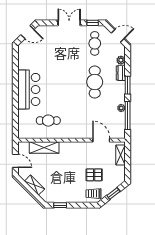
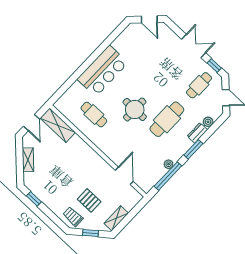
round table: (70, 94) -> (135, 110), added
shelving: (44, 147) -> (58, 125), moved
shelving: (121, 155) -> (116, 218), moved

